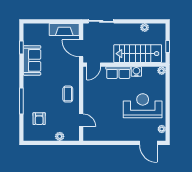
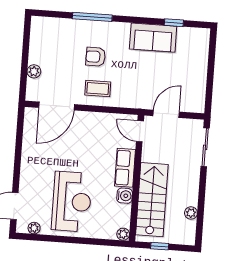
fireplace: (64, 29) -> (197, 90), removed
armchair: (39, 119) -> (96, 57), moved
door: (81, 120) -> (57, 106), width x1.87

